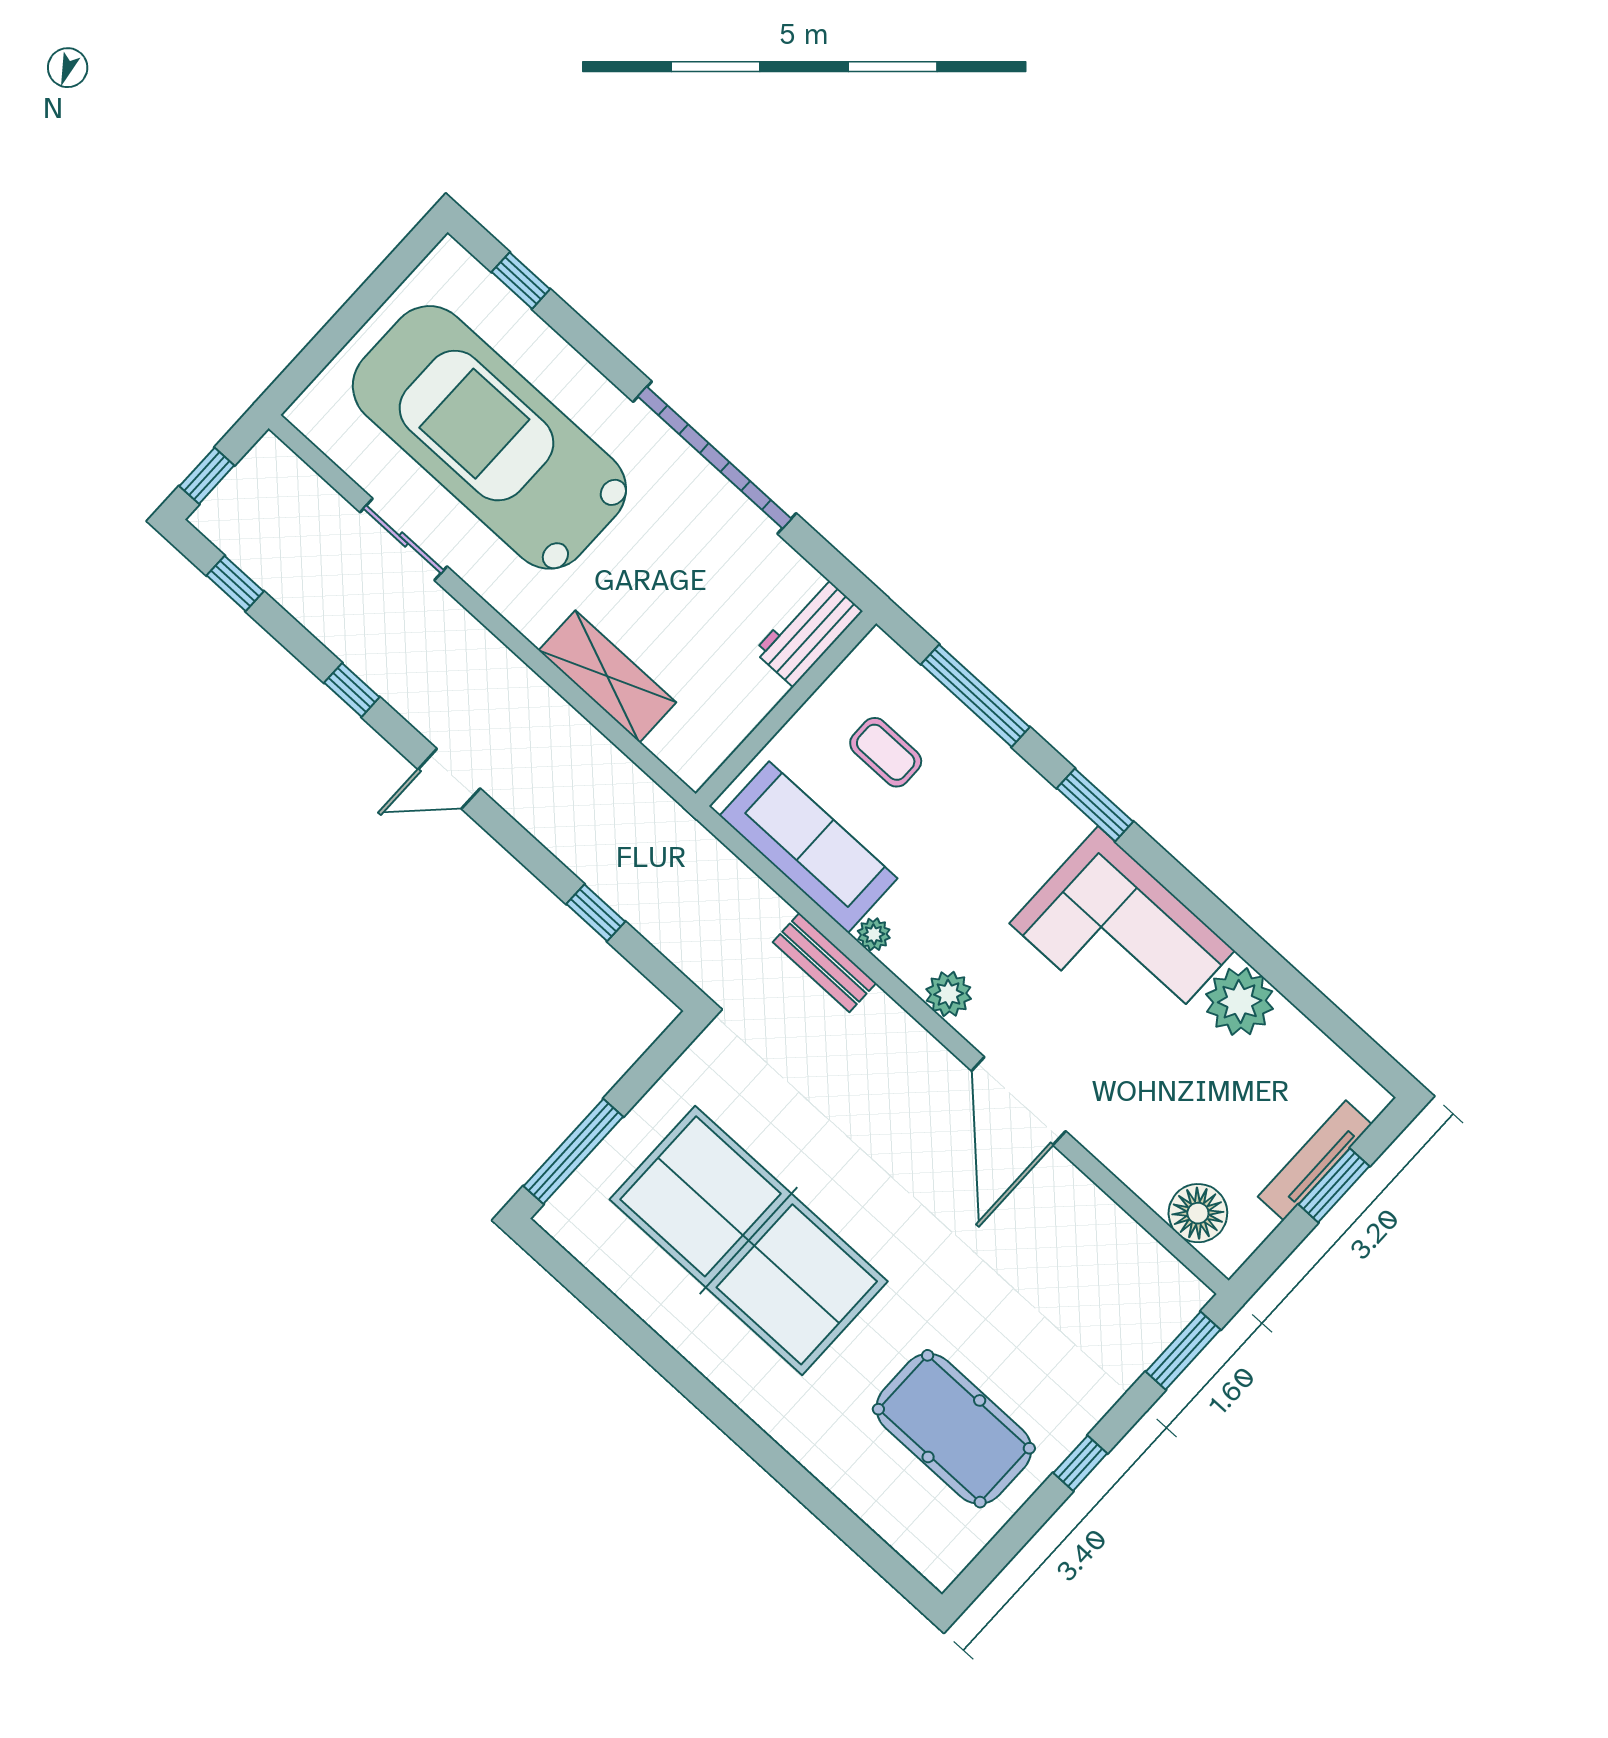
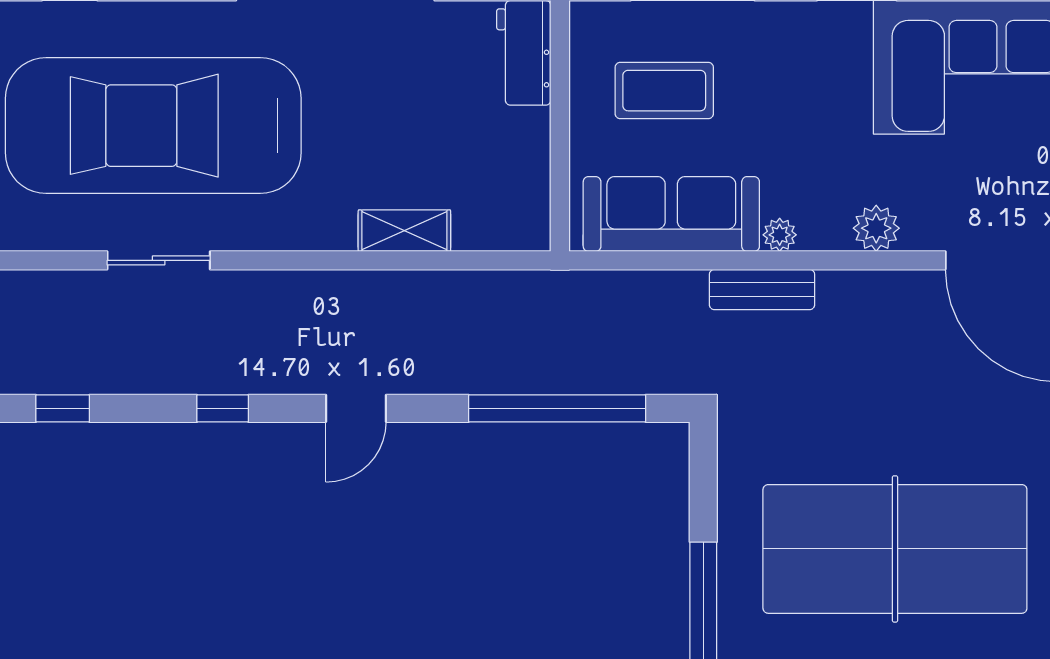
shelving: (607, 676) -> (404, 231), width x0.67, depth x0.75
coffee table: (886, 752) -> (664, 91), width x1.36, depth x1.30
window: (596, 913) -> (557, 408), width x3.17

